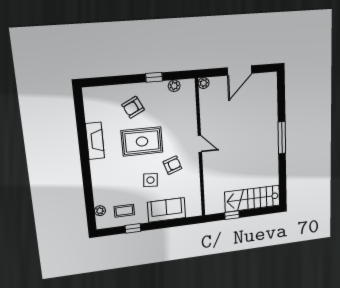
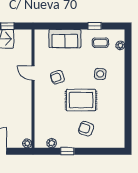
armchair: (133, 107) -> (86, 129), turned -134
fireplace: (95, 141) -> (119, 104), removed
door: (200, 144) -> (33, 73), moved
side table: (150, 180) -> (100, 74), moved

